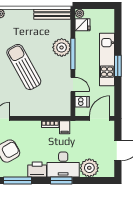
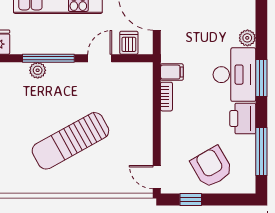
plant: (62, 47) -> (38, 70), width x0.53, depth x0.53
plant: (89, 168) -> (247, 38), width x0.53, depth x0.53

